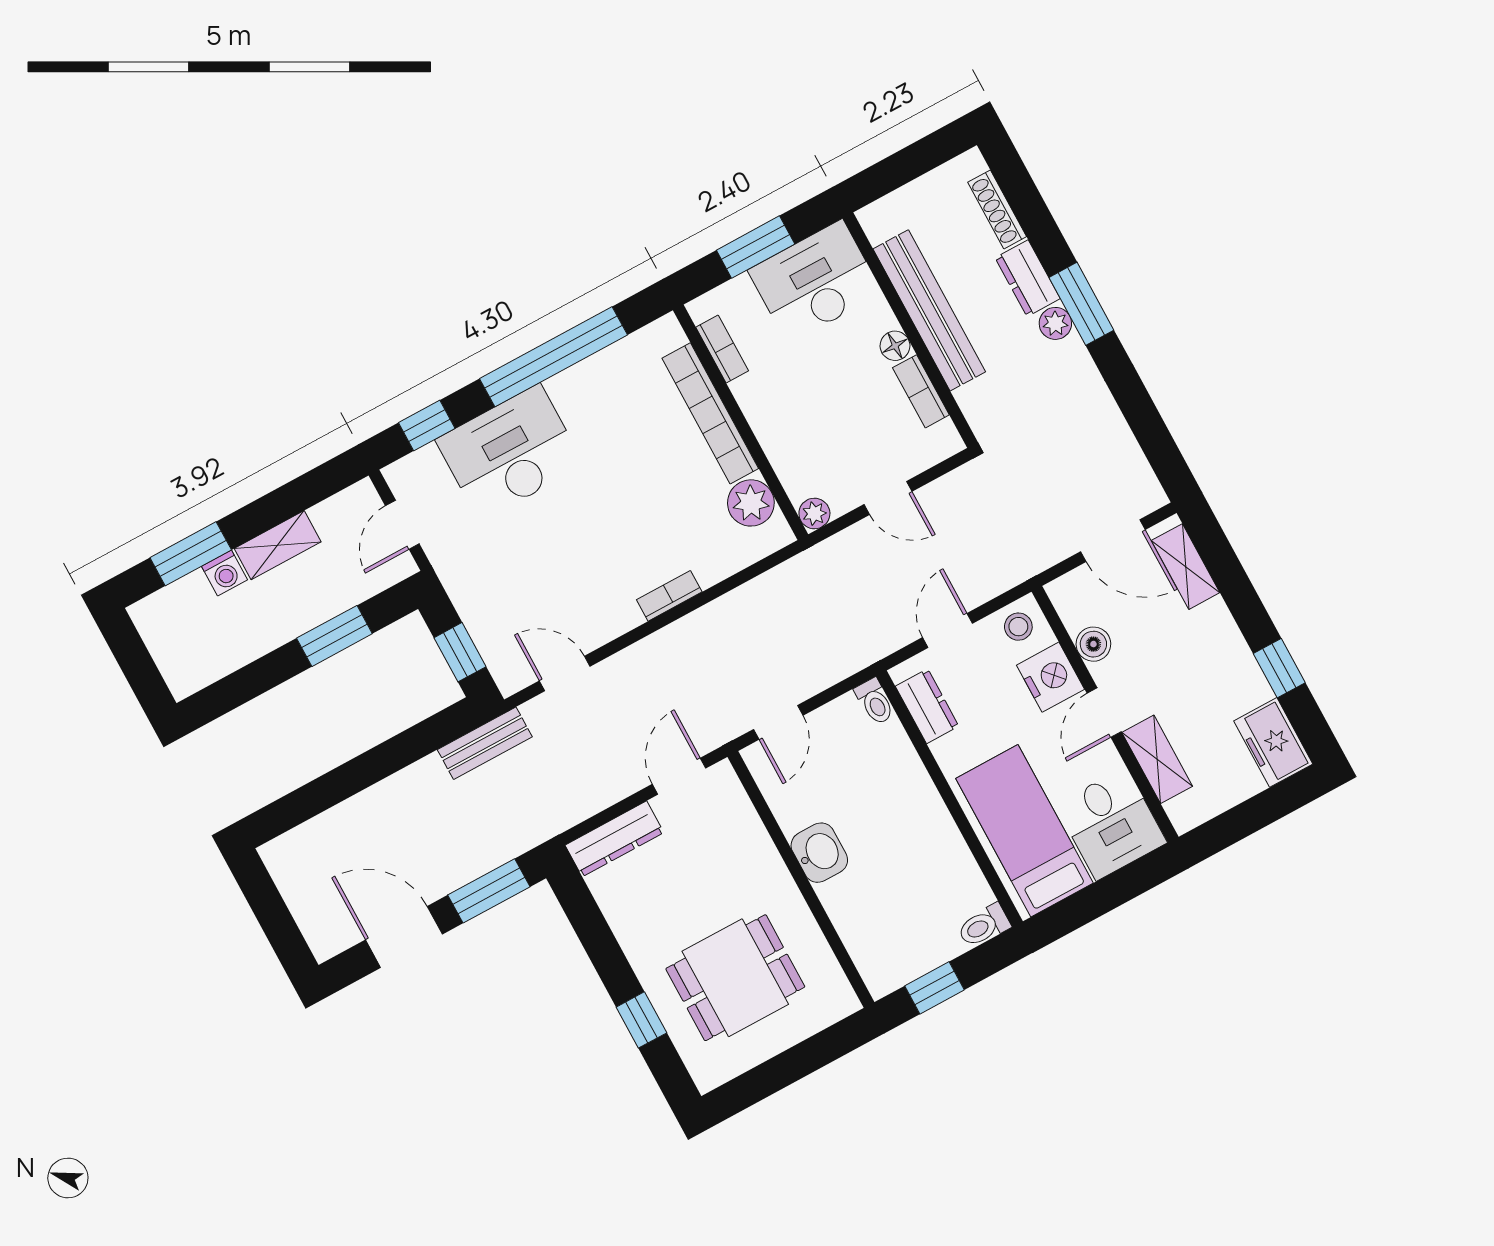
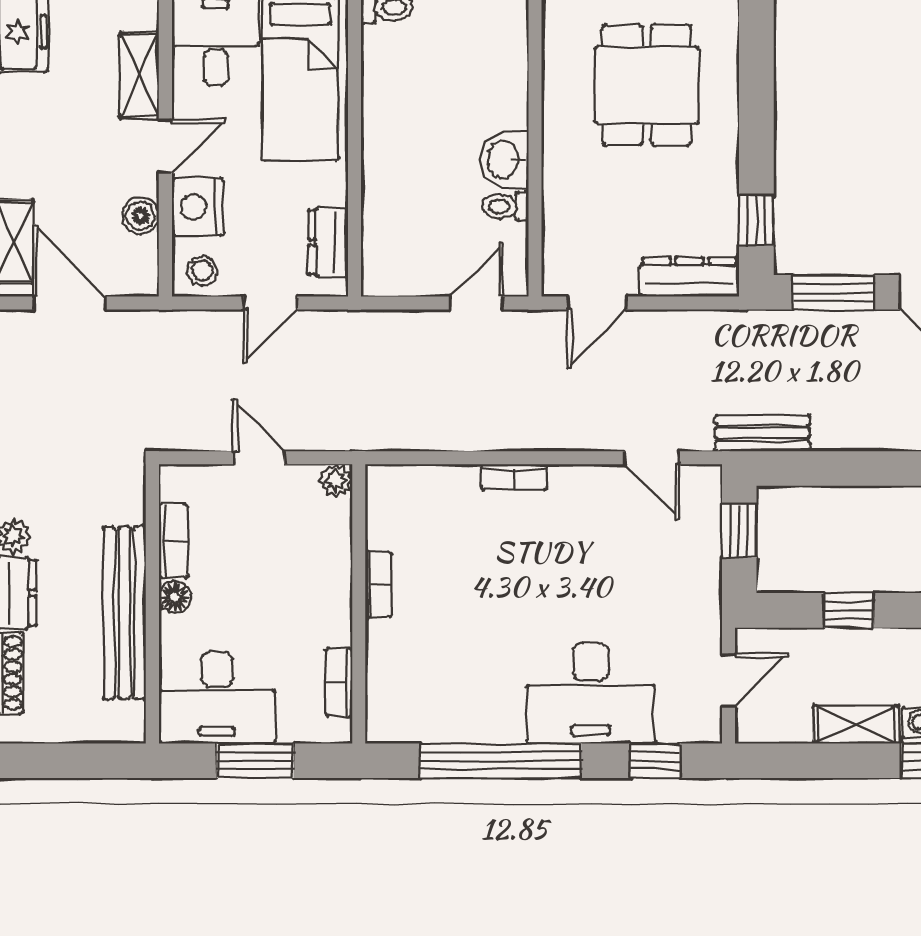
bookcase: (710, 413) -> (378, 584), width x0.43, depth x0.76
plant: (751, 503) -> (390, 523), removed
window: (334, 636) -> (849, 610), width x0.67
toilet: (875, 702) -> (505, 206), moved, turned -90
dining table: (735, 978) -> (647, 85), turned 90
window: (641, 1020) -> (756, 221), moved

